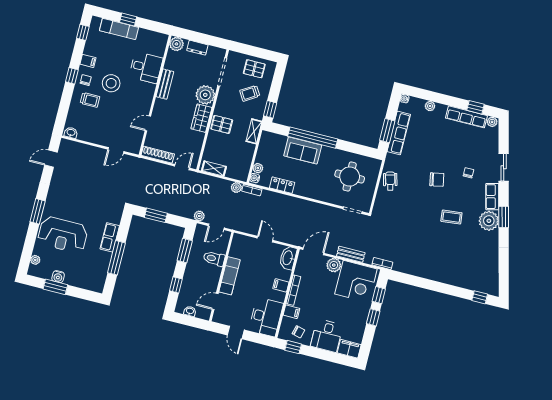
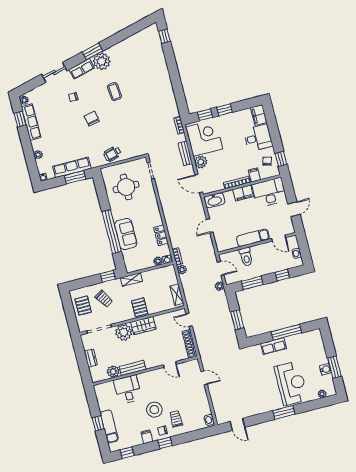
plant: (176, 44) -> (113, 372), moved
filing cabinet: (281, 285) -> (243, 193), width x2.00

